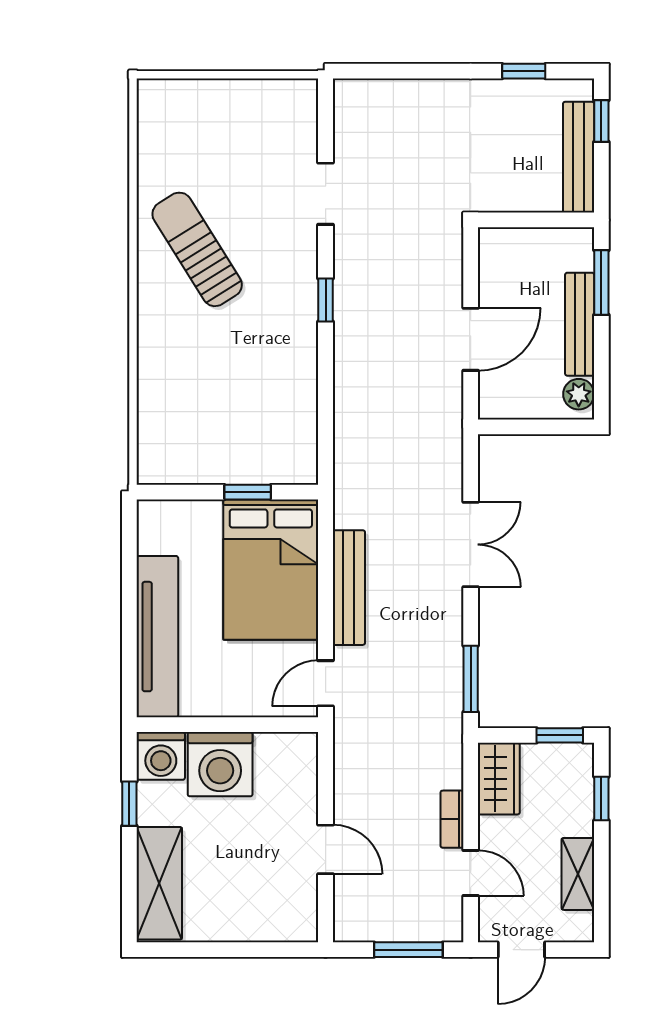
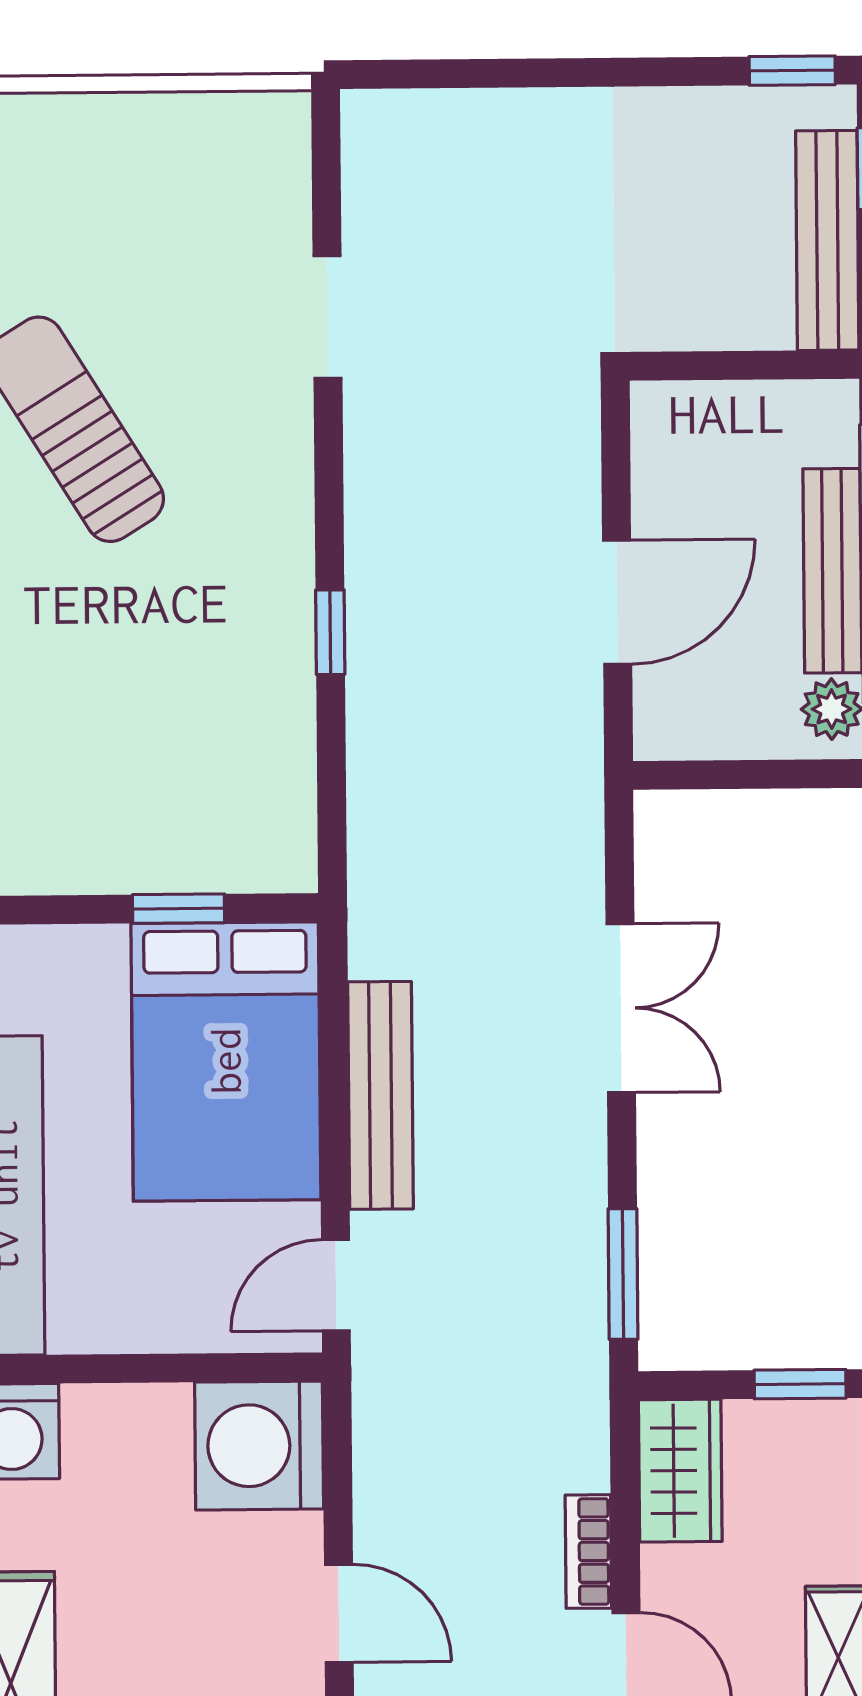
window: (524, 71) -> (792, 71), moved
window: (326, 300) -> (330, 632), moved
washing machine: (220, 764) -> (259, 1446), moved, turned 90

